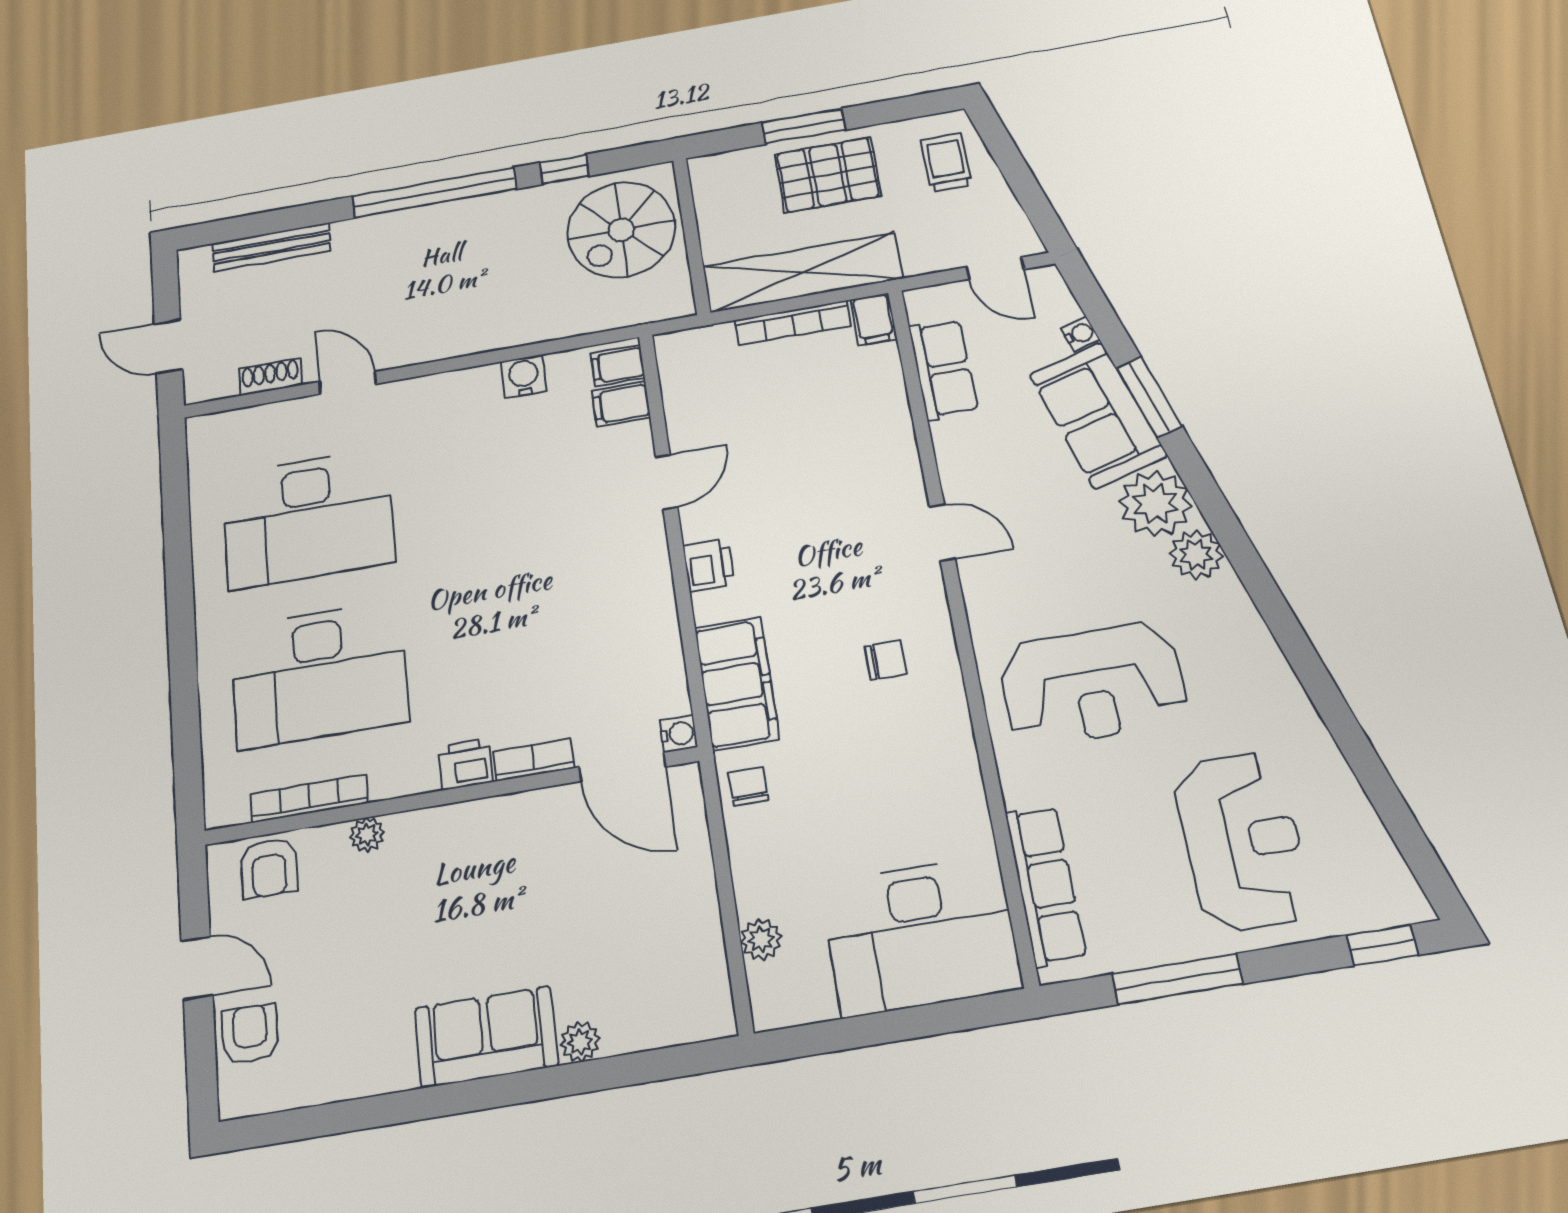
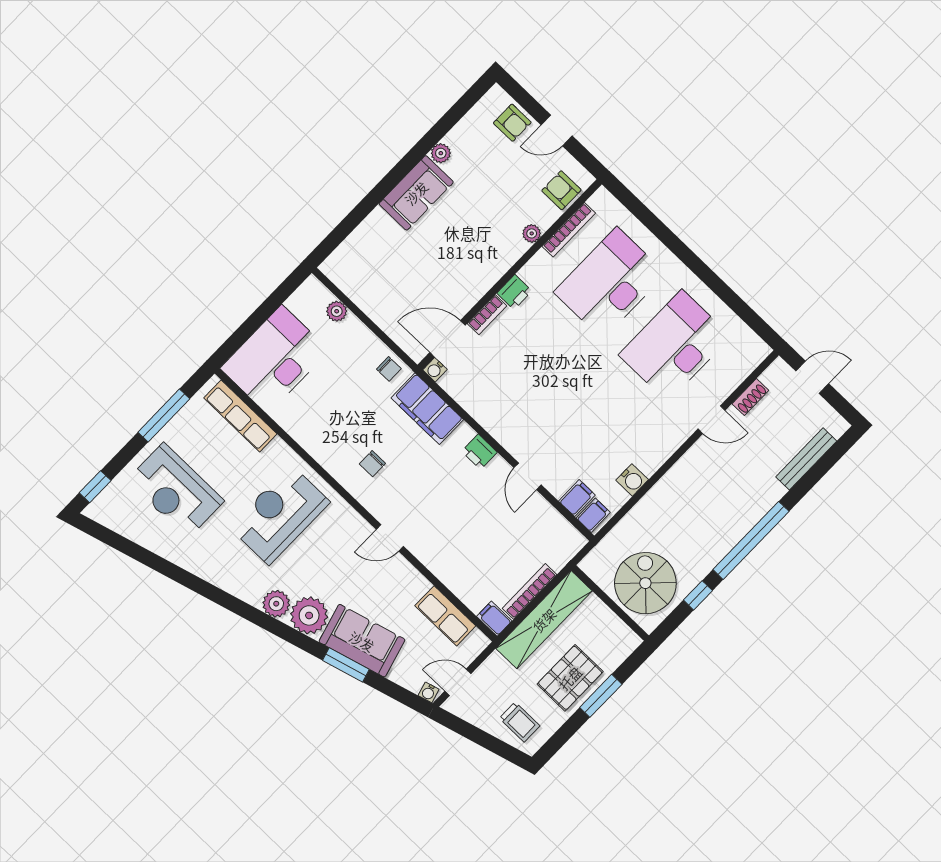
water cooler: (1080, 334) -> (429, 692), moved
plant: (580, 1042) -> (441, 153), moved

